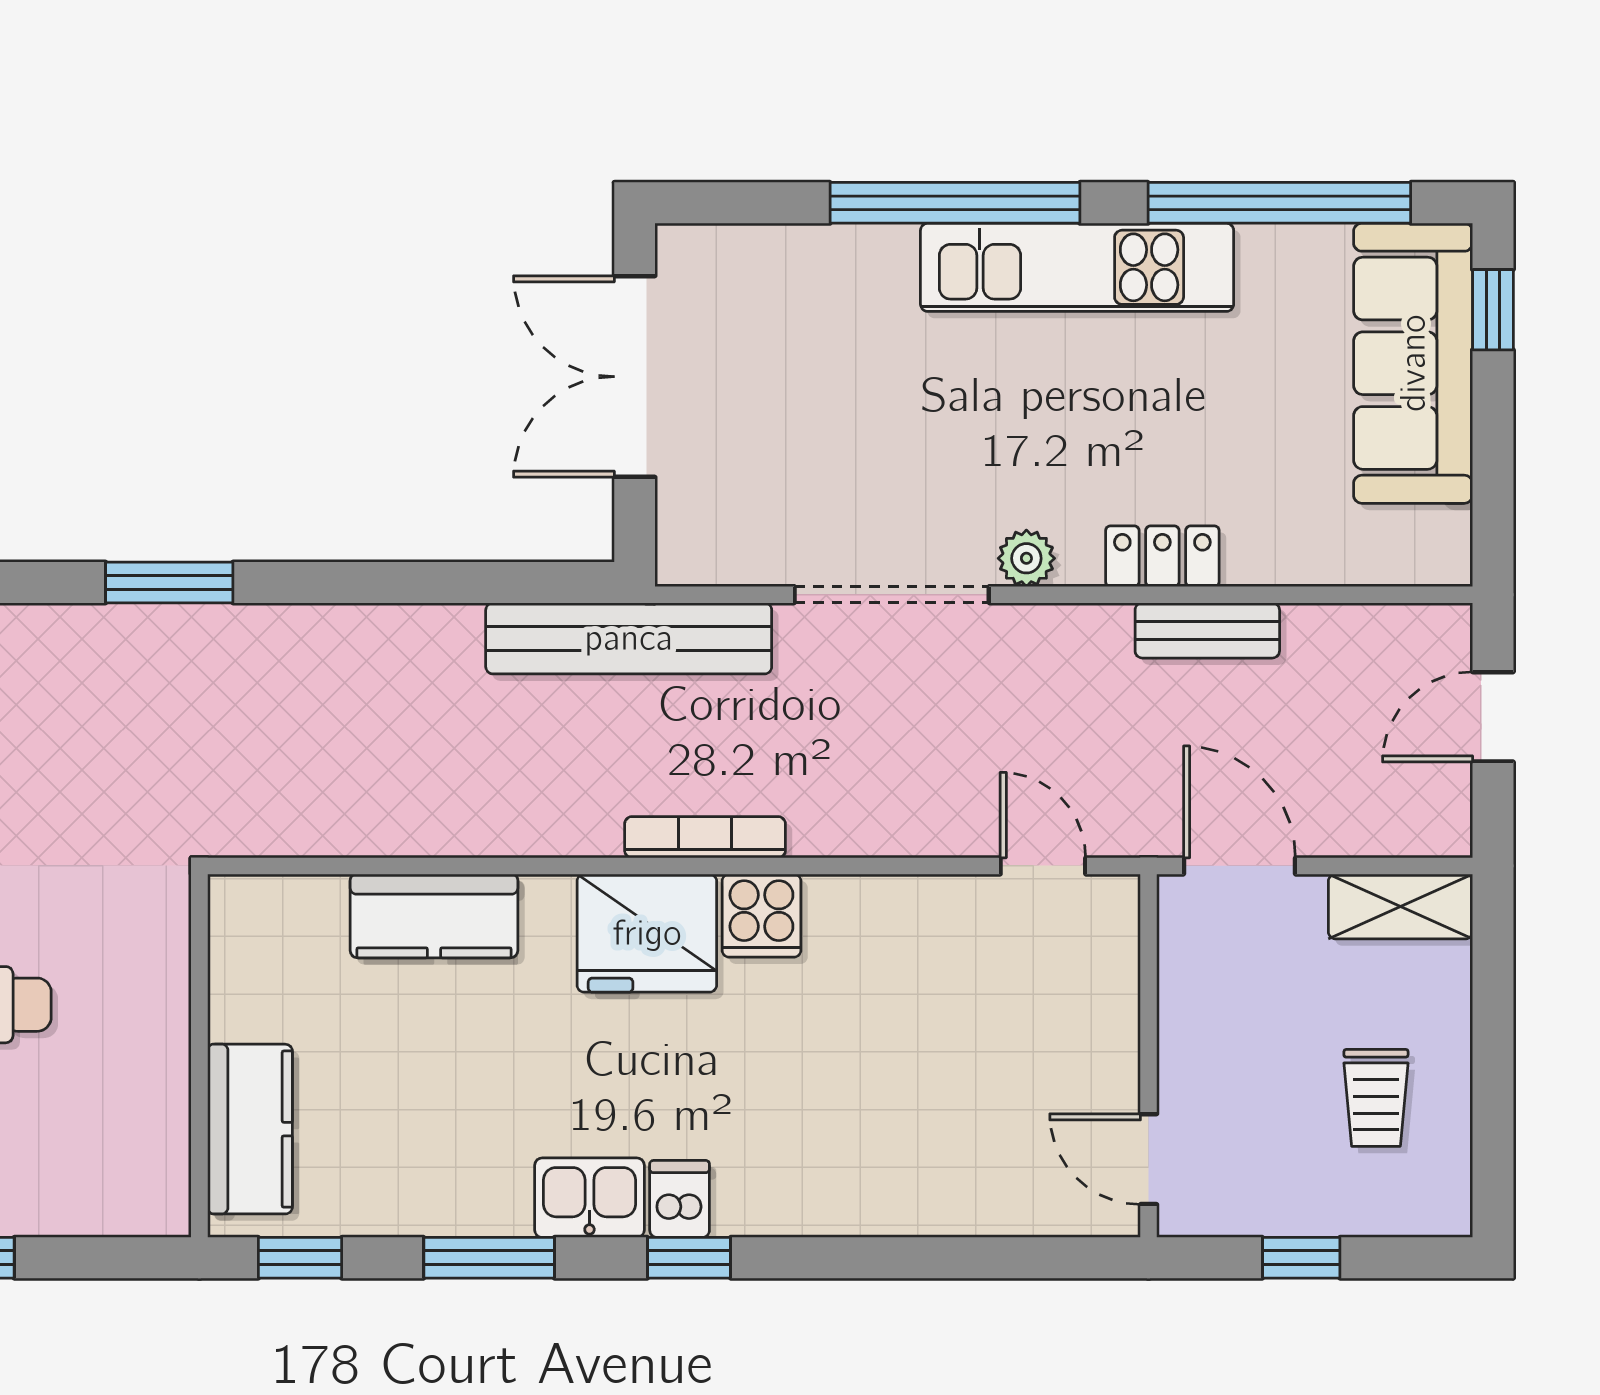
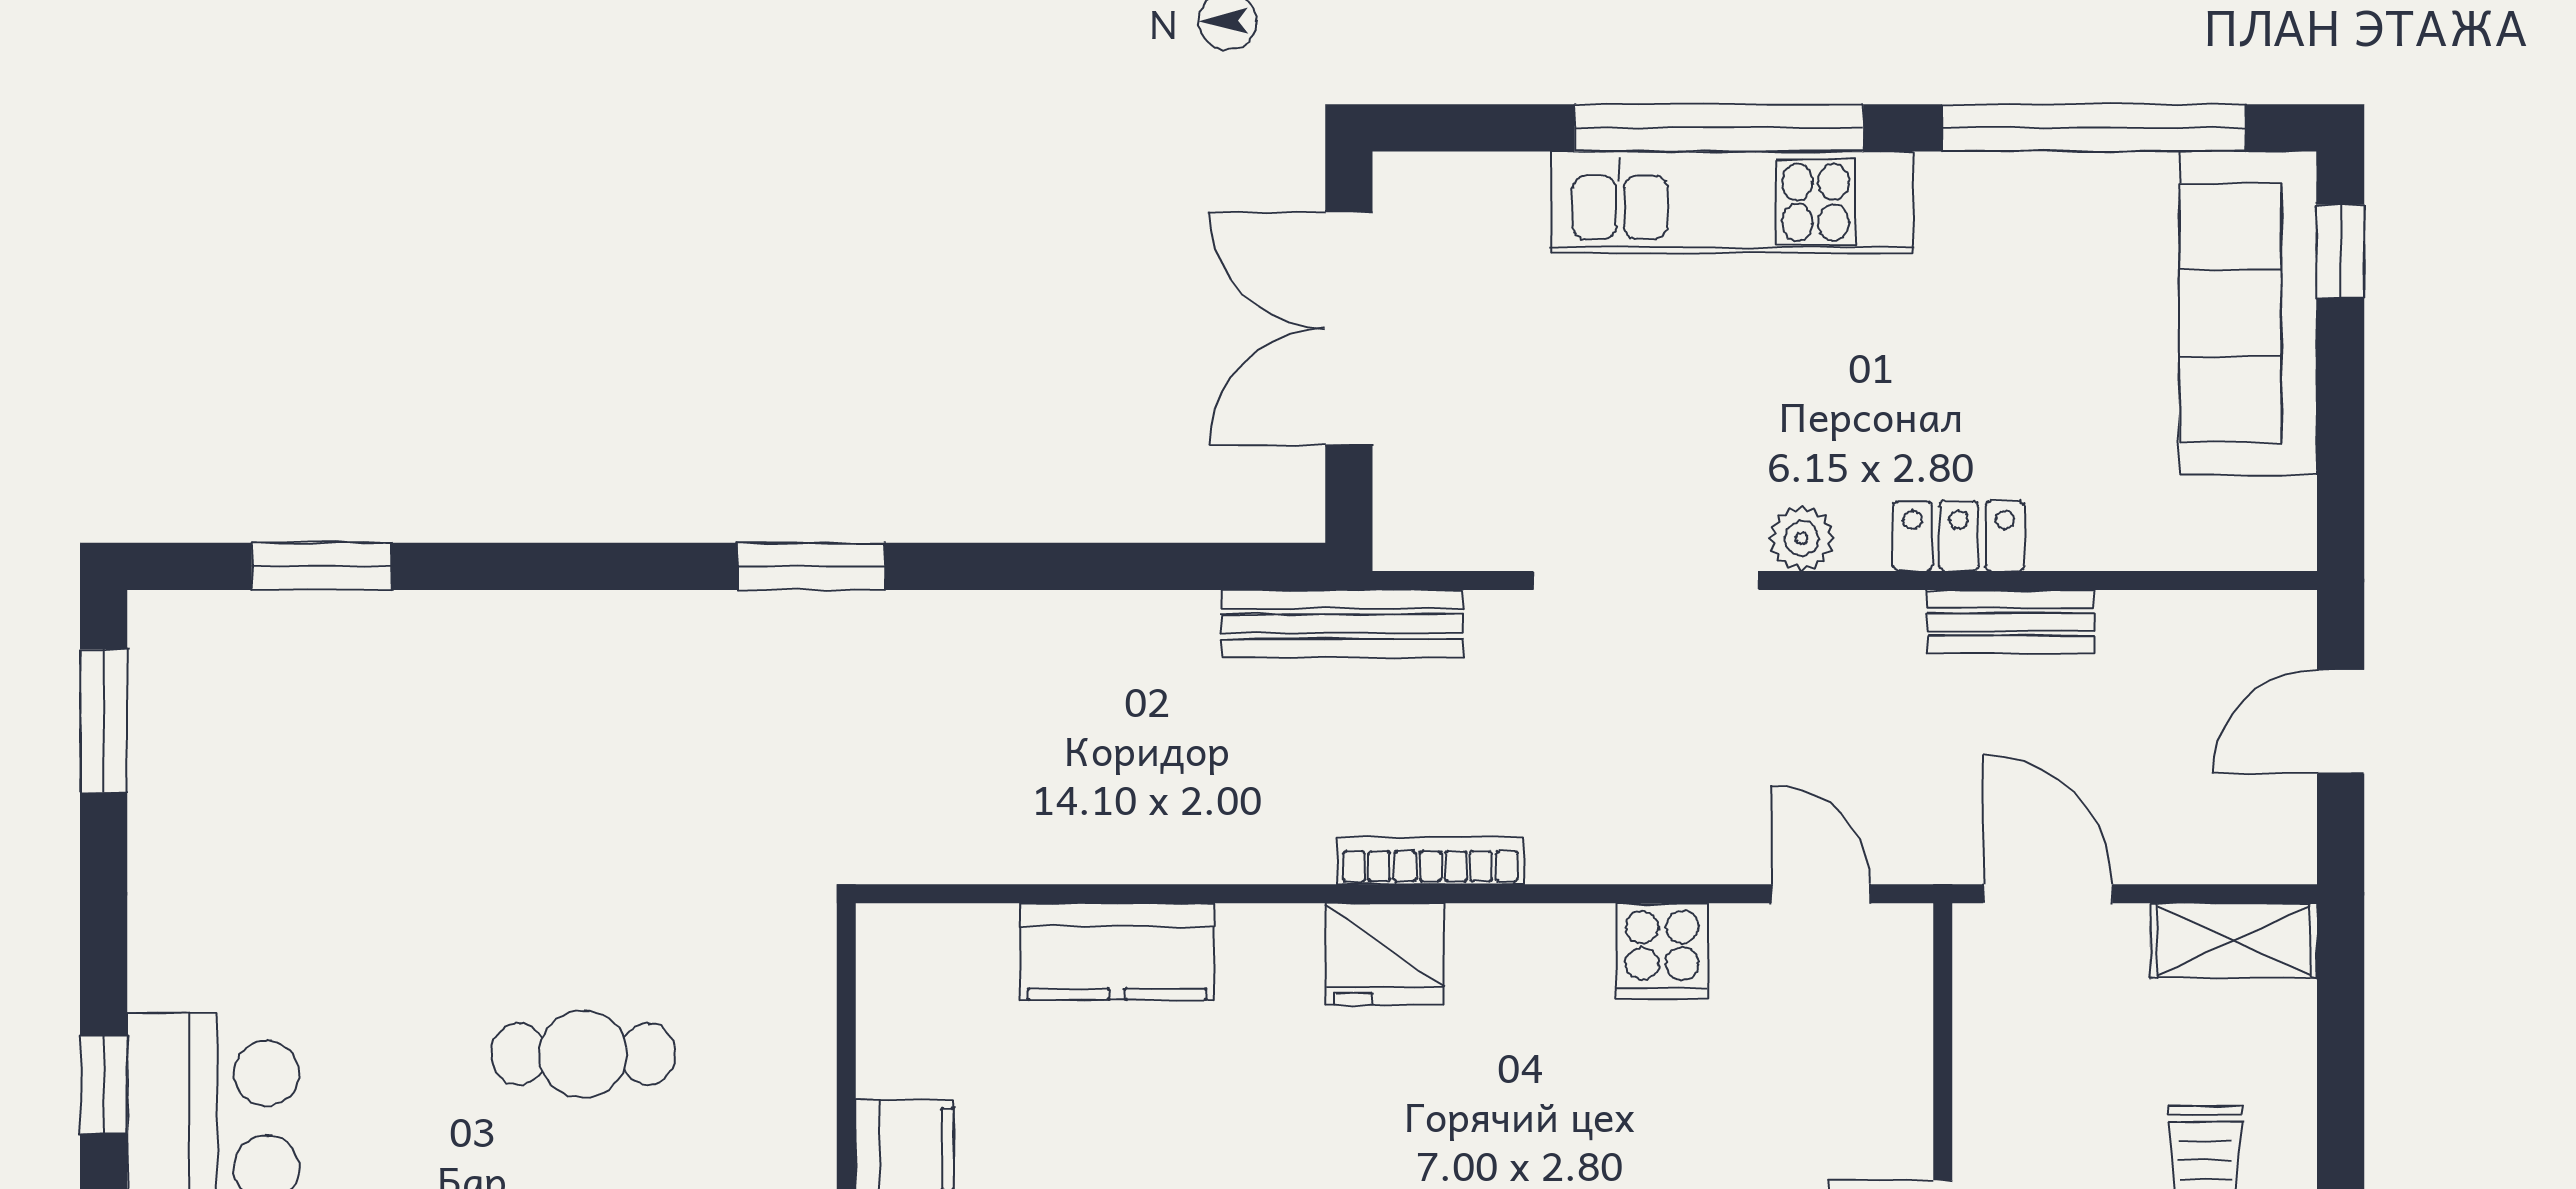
kitchen unit: (1077, 267) -> (1732, 202), moved
bench: (629, 638) -> (1342, 624), width x0.73, depth x0.82
cooker: (761, 916) -> (1662, 951), moved
fridge: (647, 933) -> (1384, 954), width x0.73, depth x0.75

